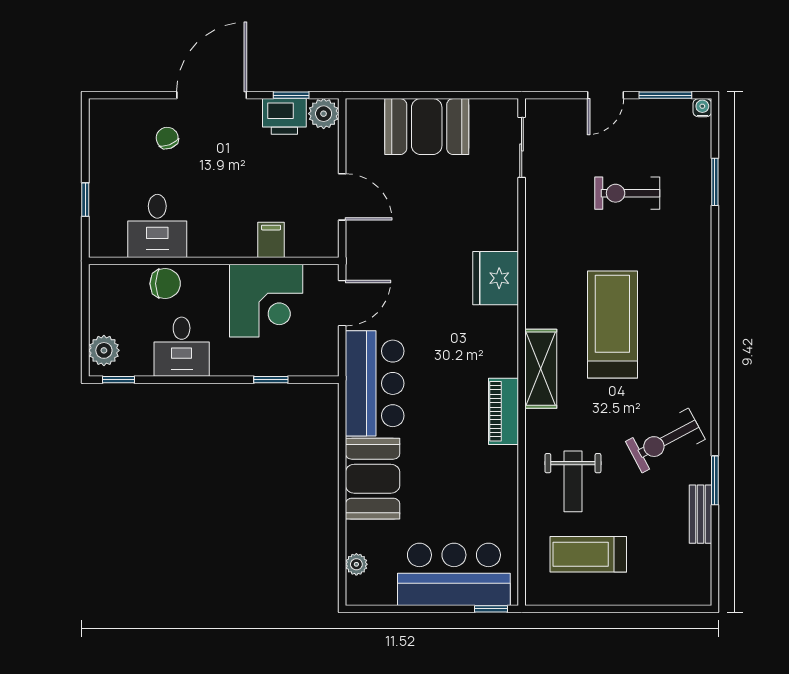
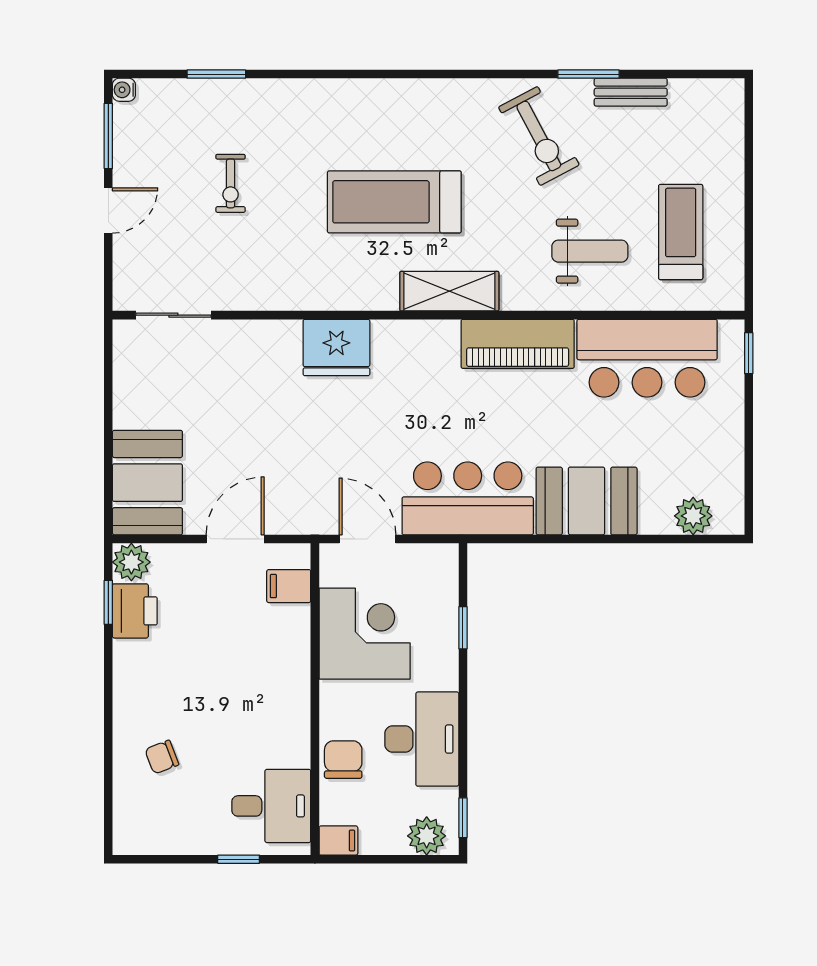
door: (212, 95) -> (108, 702), removed
door: (606, 95) -> (108, 210), hinge flipped
booth: (427, 127) -> (147, 483), moved
exercise bike: (627, 193) -> (231, 183), width x0.73, depth x0.72
desk: (157, 226) -> (271, 806), moved
filing cabinet: (271, 240) -> (289, 586), moved
filing cabinet: (100, 280) -> (338, 841), added
desk: (182, 347) -> (422, 739), width x1.37
piano: (503, 411) -> (518, 344), width x1.37, depth x1.33
treadmill: (588, 554) -> (681, 232), turned 180
plant: (356, 564) -> (693, 516), width x1.38, depth x1.38
bar counter: (454, 574) -> (647, 358), moved, turned -90

